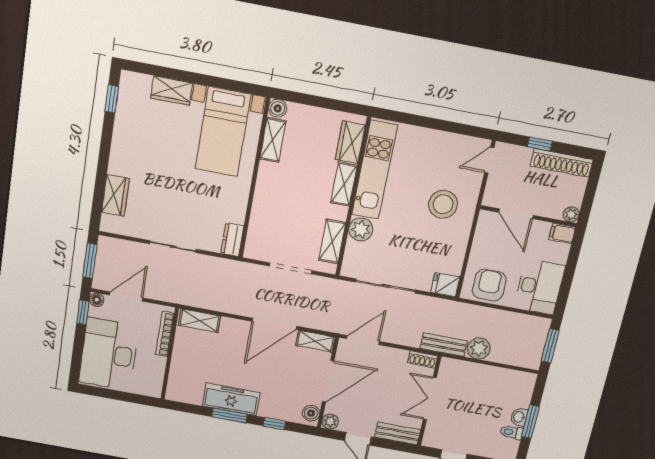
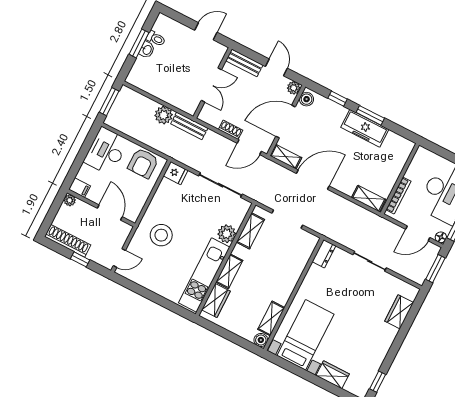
shoe rack: (423, 359) -> (231, 130), moved

